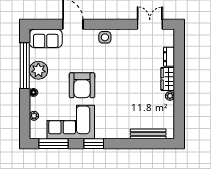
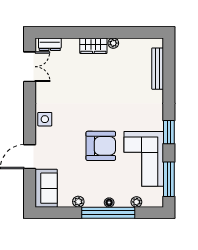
double door: (150, 24) -> (30, 67), swing flipped
dresser: (169, 57) -> (50, 44), moved
window: (25, 66) -> (108, 213), moved
plant: (38, 70) -> (78, 202), width x0.53, depth x0.53

